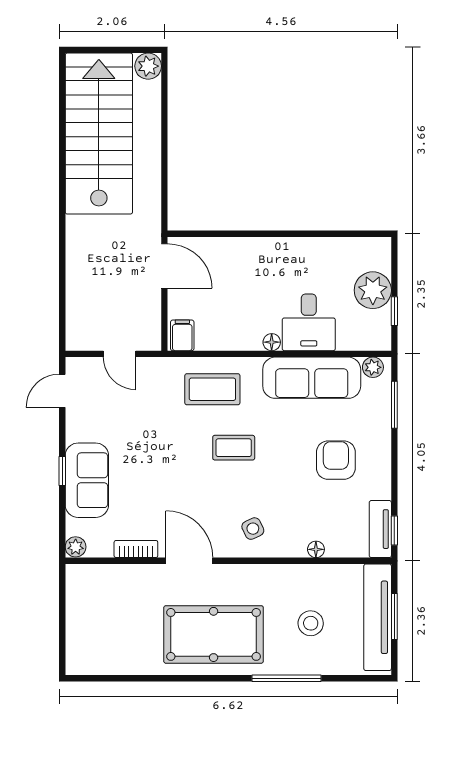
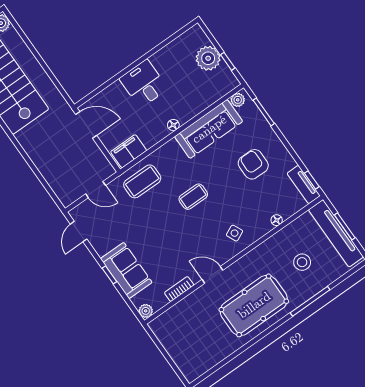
desk: (309, 322) -> (144, 84), moved, turned 180
filing cabinet: (182, 335) -> (129, 151), width x2.00
coffee table: (212, 389) -> (142, 181), moved
door: (189, 561) -> (213, 275), width x0.73

